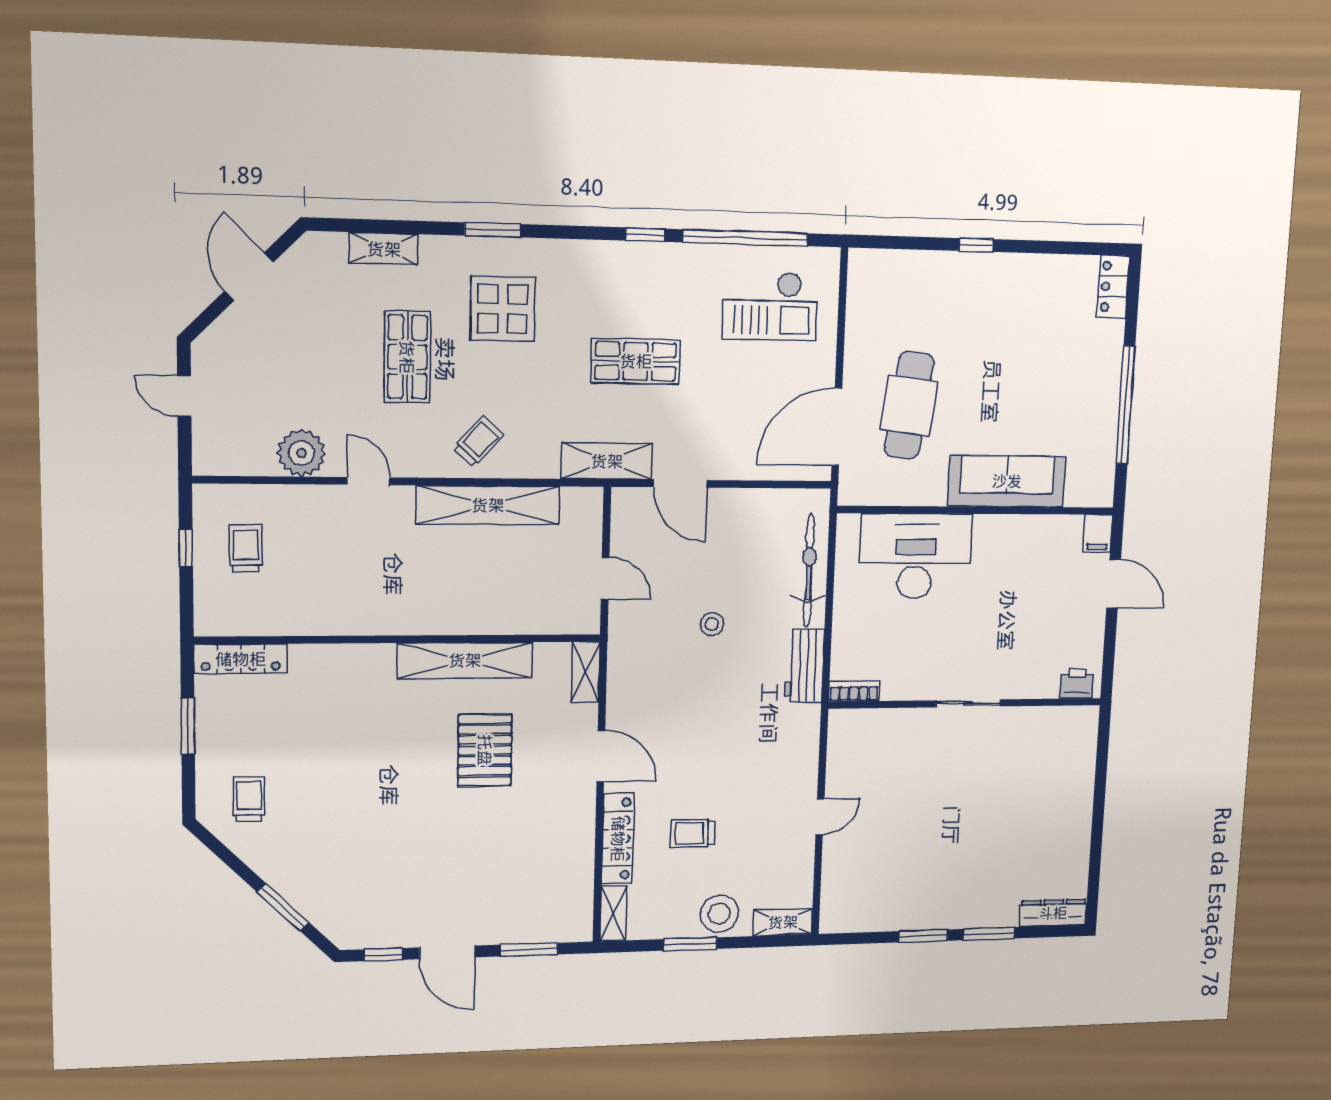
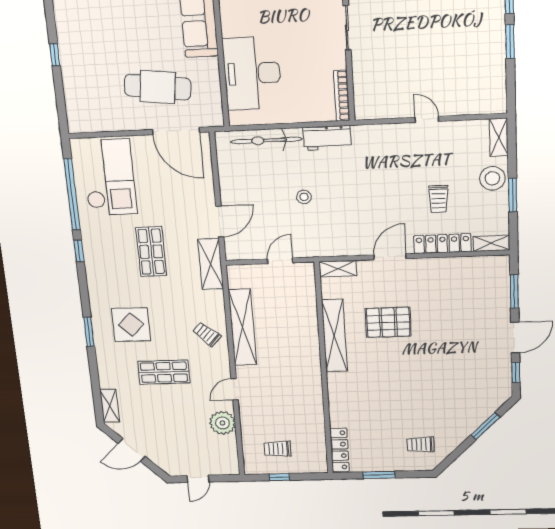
shelving: (384, 249) -> (110, 406), moved
checkout: (770, 306) -> (109, 177), width x1.36, depth x1.21
bookcase: (854, 691) -> (342, 96), width x1.56

